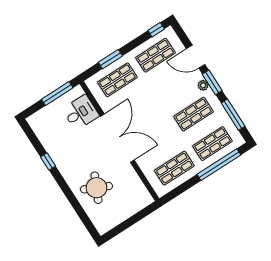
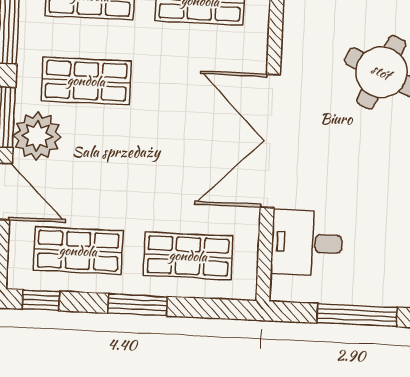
window: (110, 59) -> (138, 305), moved
plant: (203, 85) -> (37, 136), width x1.87, depth x1.87
window: (57, 93) -> (357, 315), moved

